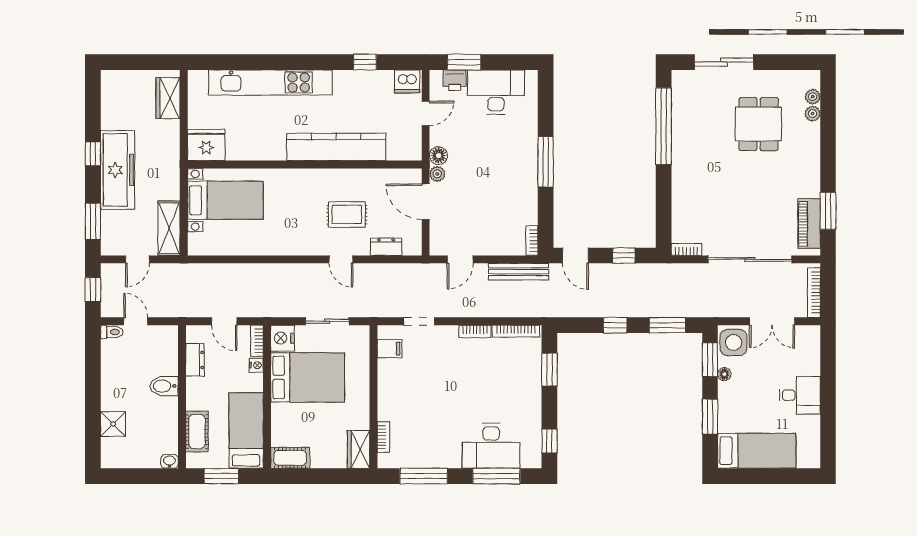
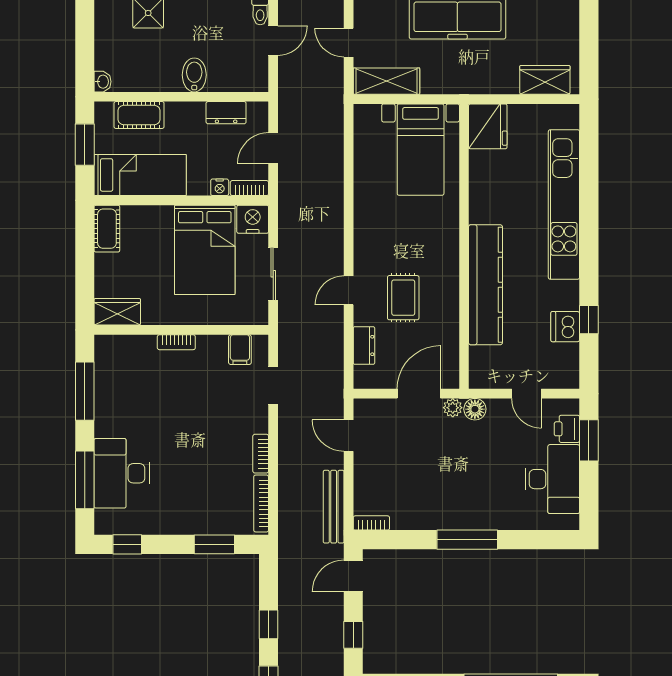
dishwasher: (407, 81) -> (565, 327), moved
bookcase: (383, 437) -> (176, 342), moved

